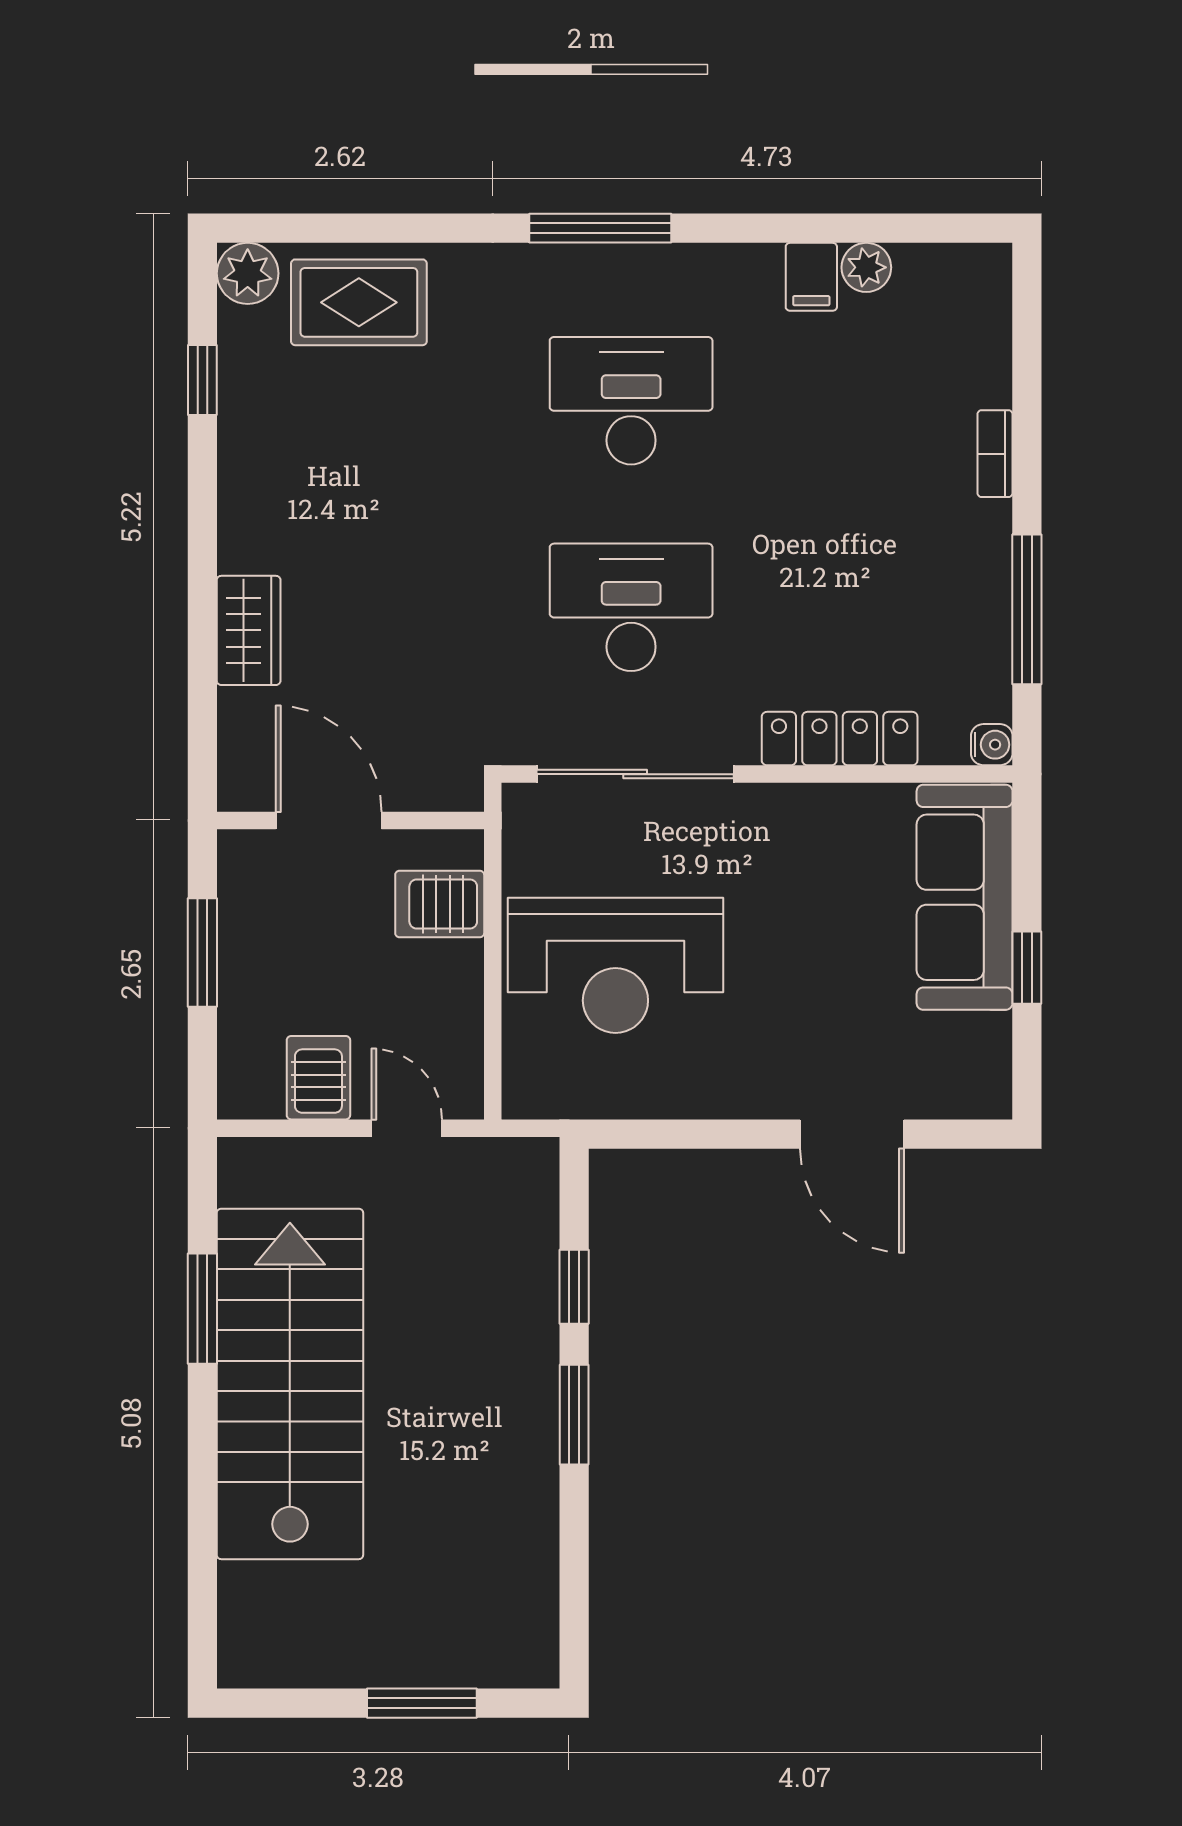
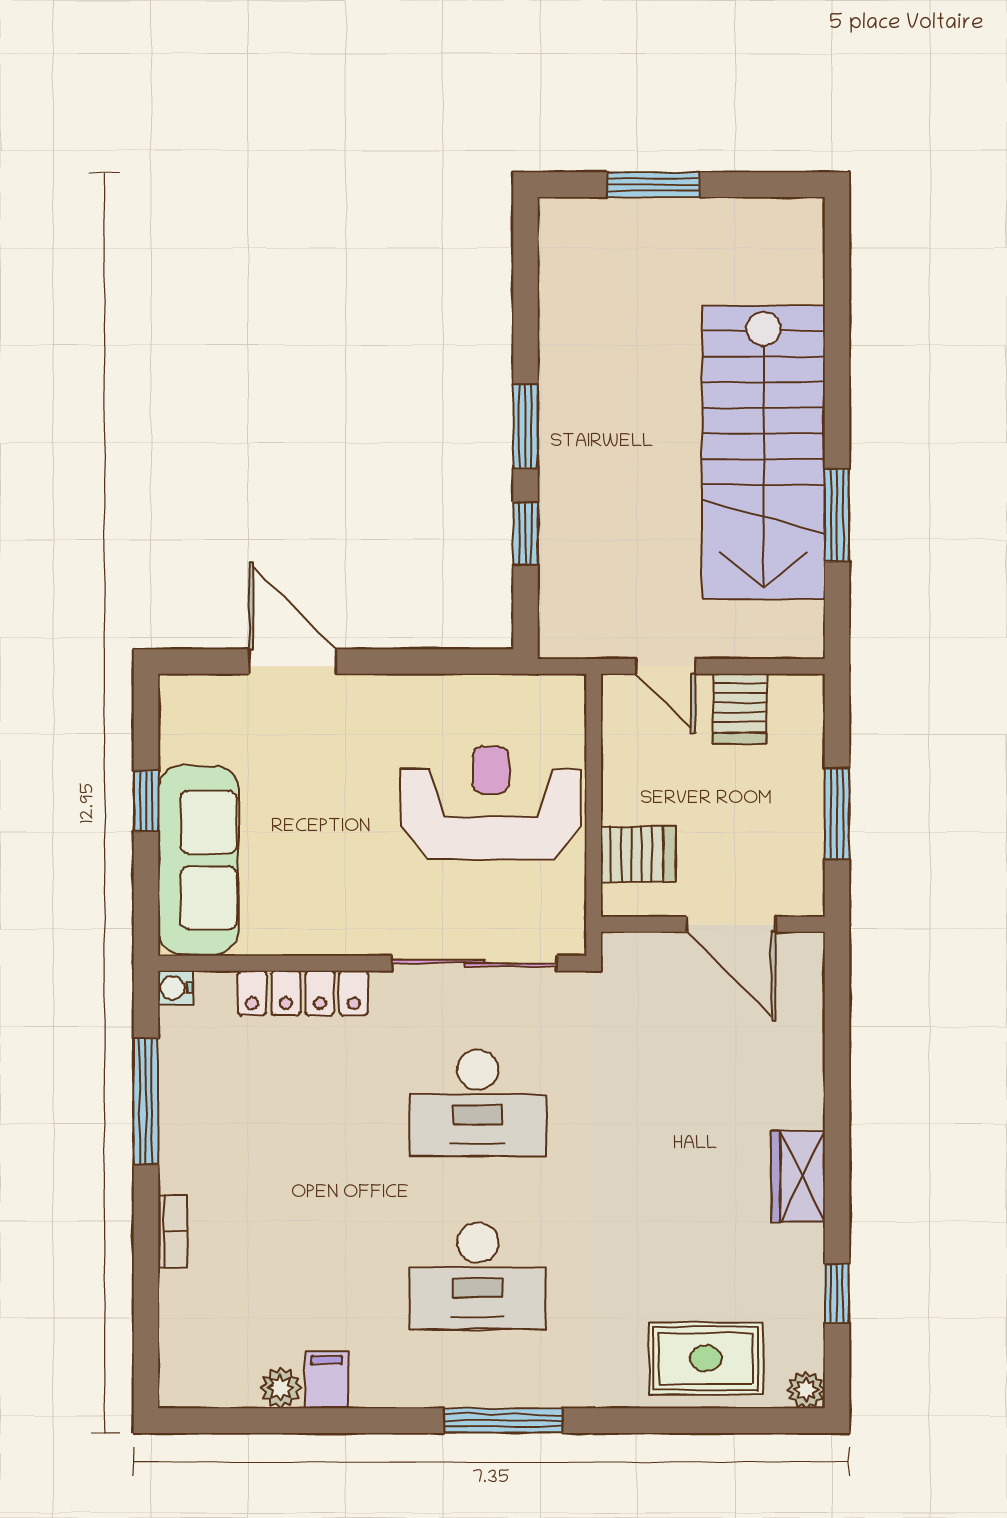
plant: (248, 273) -> (806, 1390), width x0.73, depth x0.73
wardrobe: (249, 630) -> (798, 1176), moved

